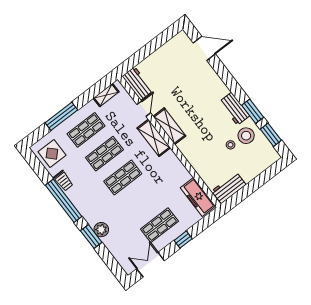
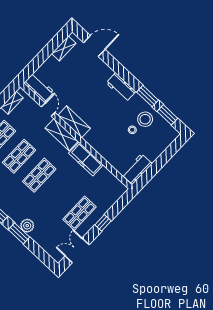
shelving: (171, 46) -> (64, 48), added
workbench: (235, 109) -> (121, 87), moved
freezer: (198, 197) -> (86, 159), moved

